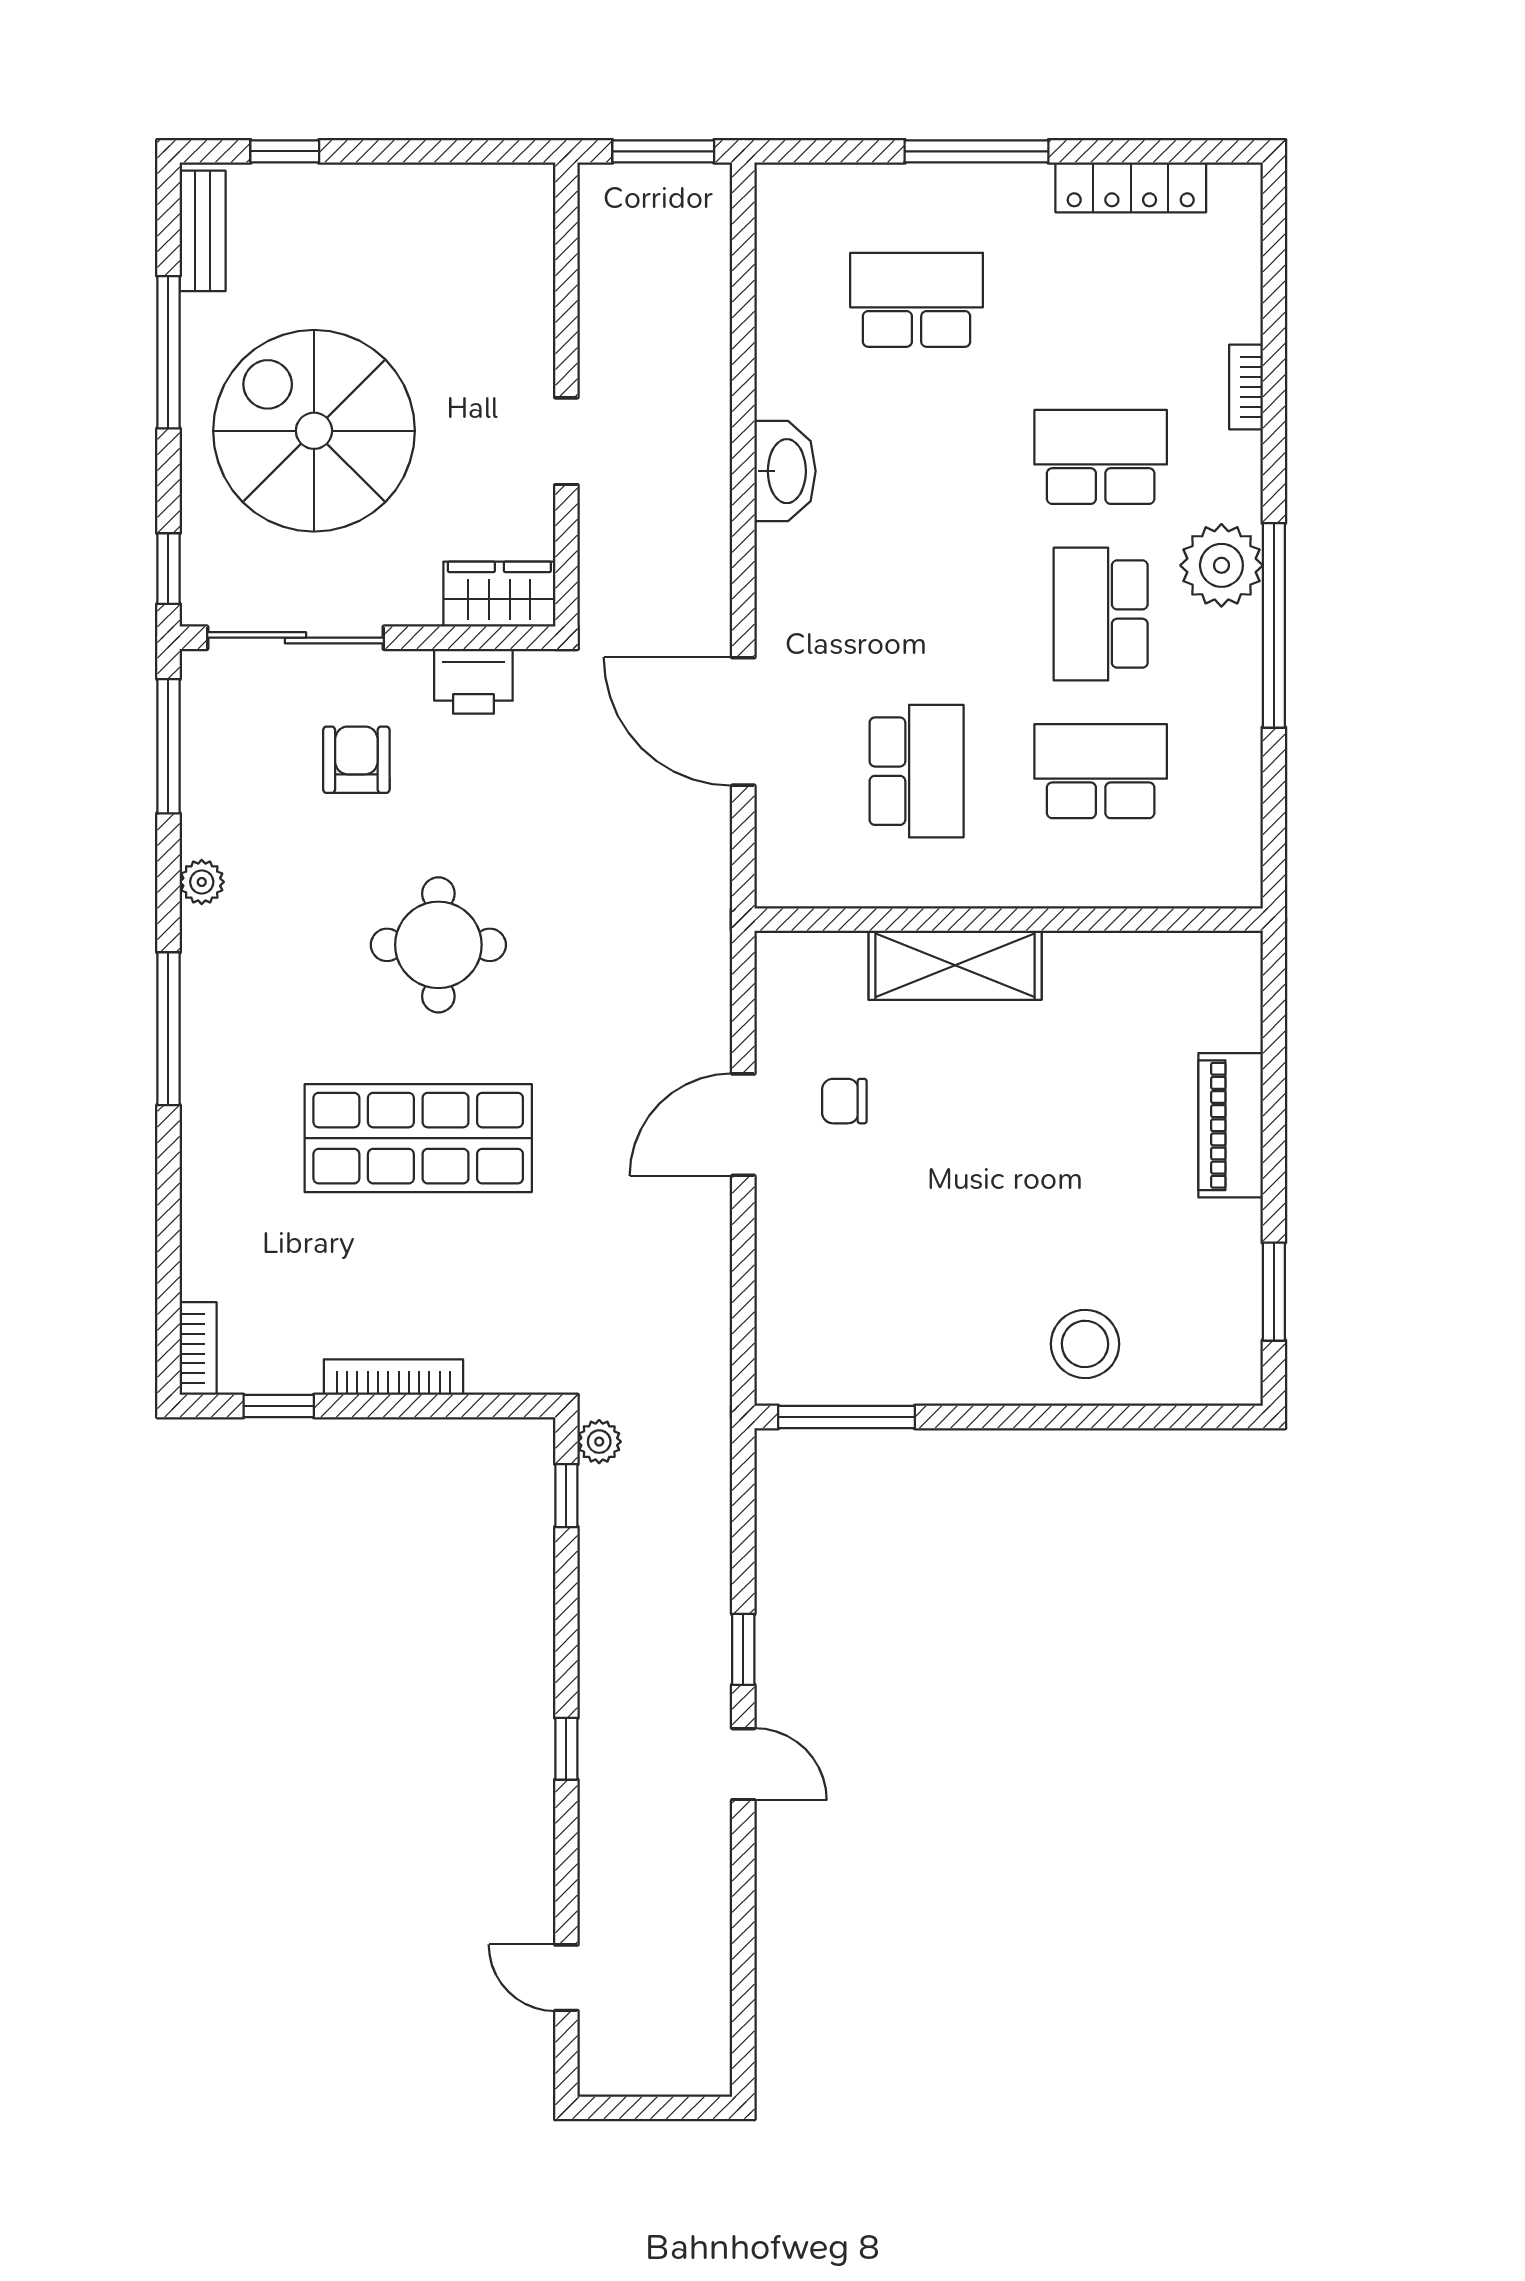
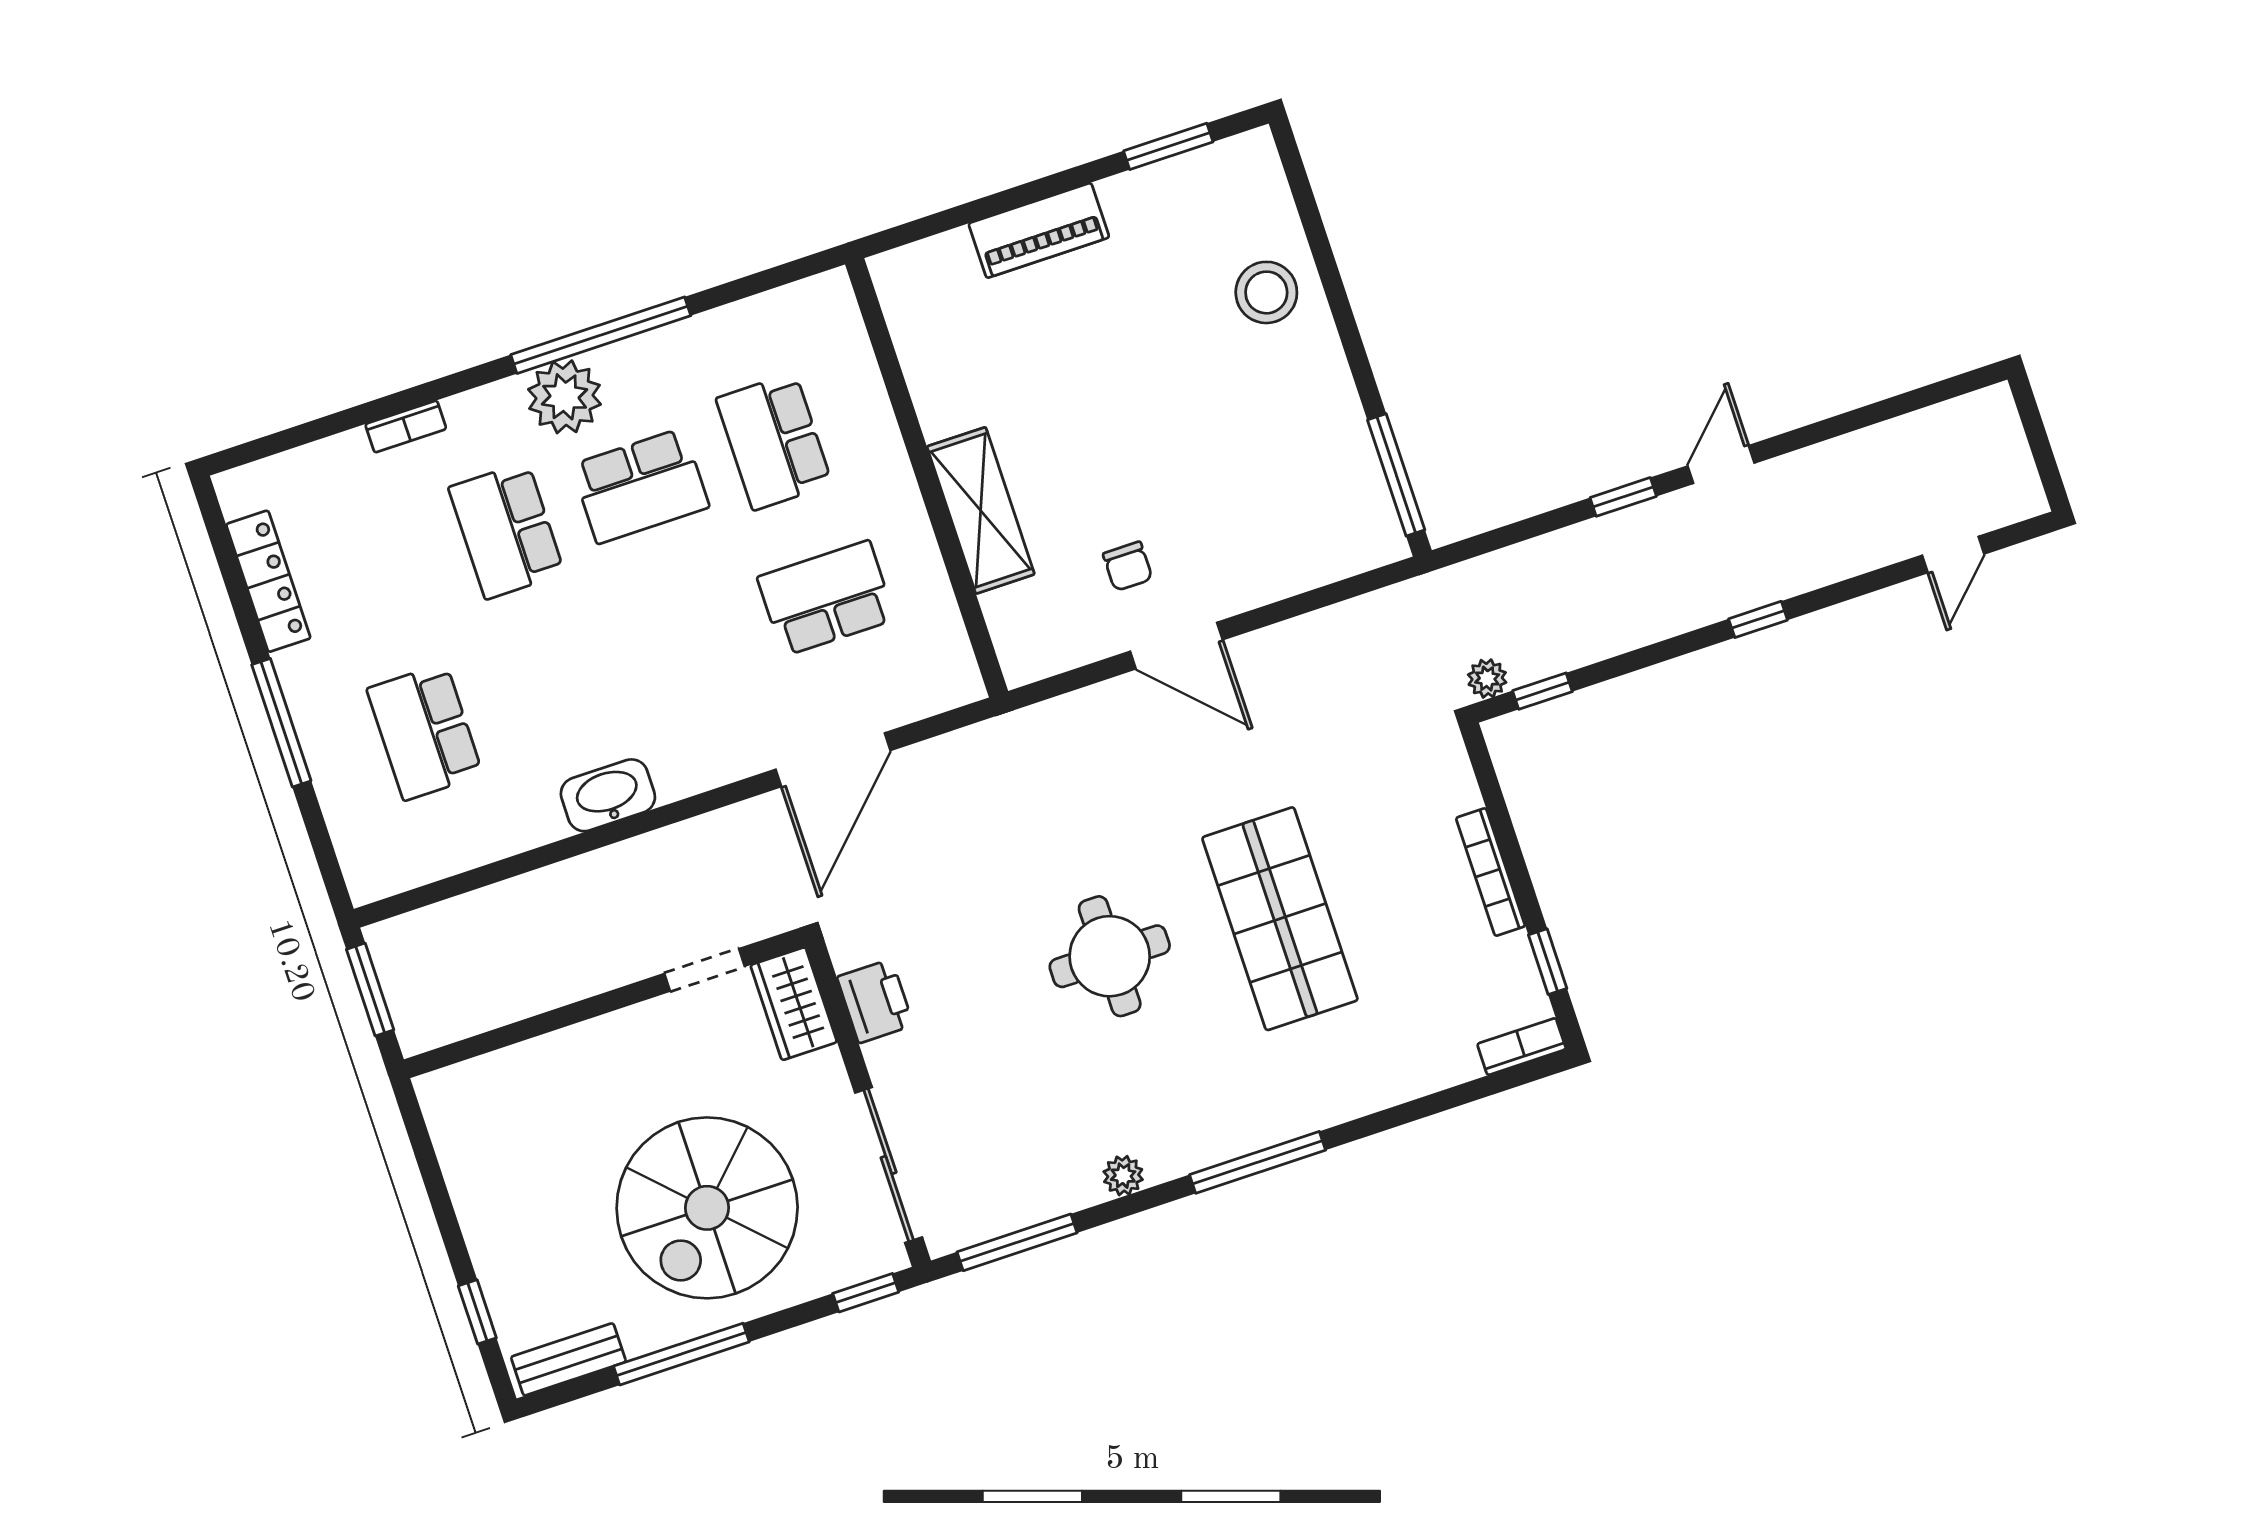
doorway: (566, 441) -> (705, 970), moved
armchair: (356, 760) -> (975, 1079), removed

